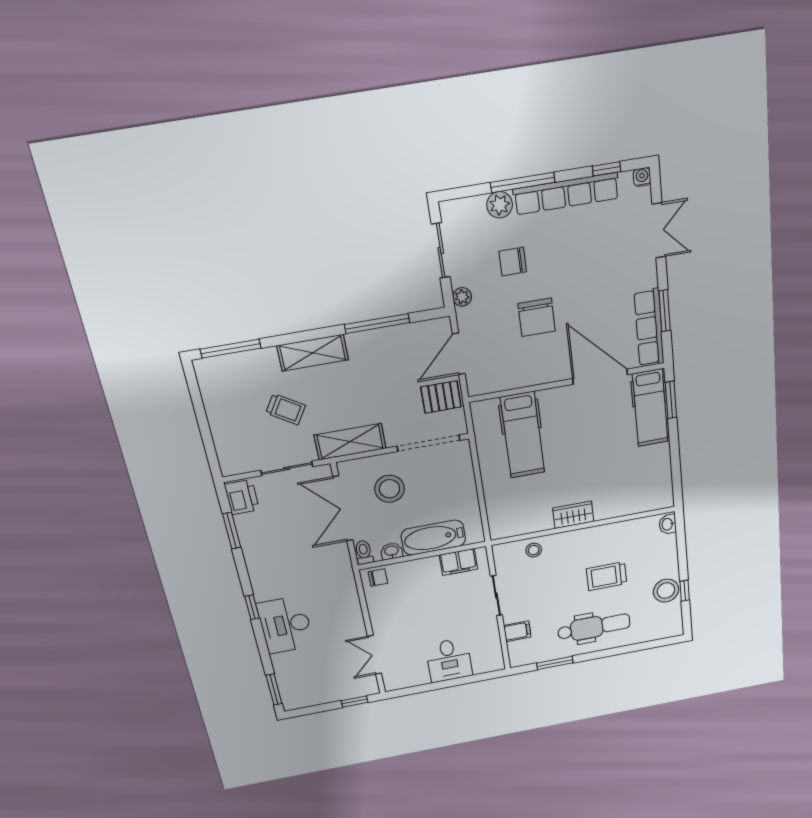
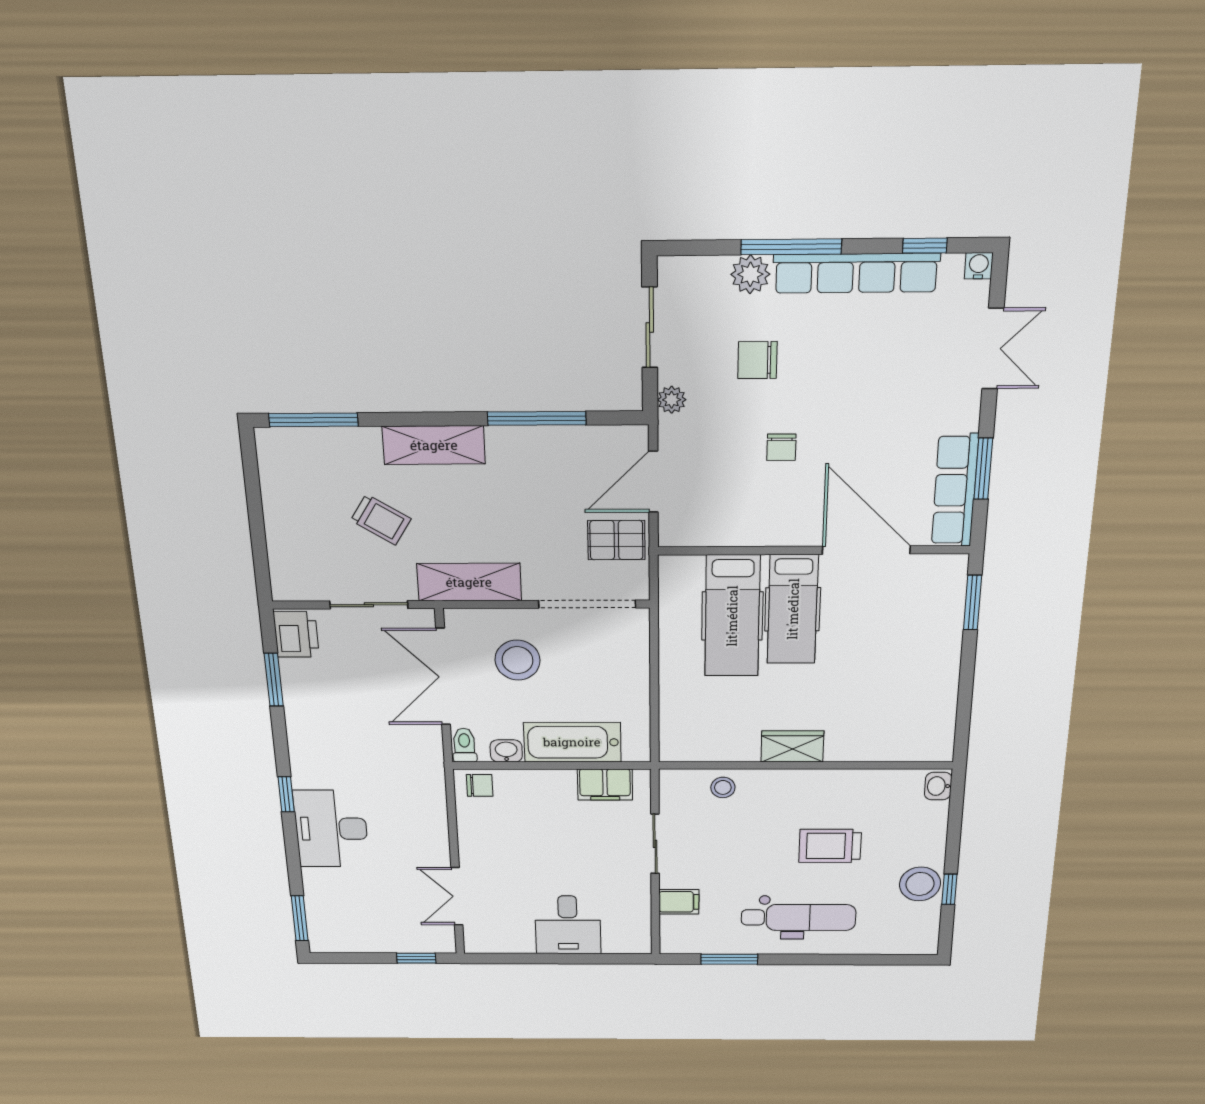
chair: (537, 317) -> (781, 447), width x0.54, depth x0.54
hospital bed: (650, 408) -> (793, 609), moved

